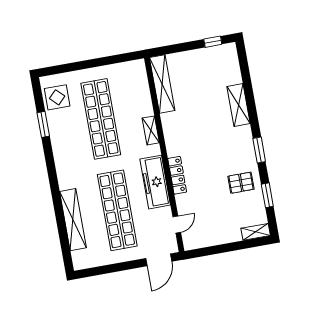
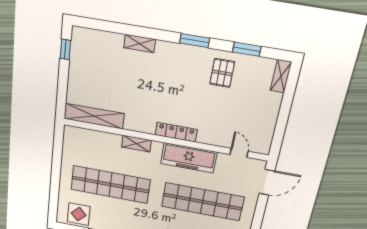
shelving: (239, 105) -> (140, 44), width x0.67, depth x0.75
locker: (177, 175) -> (176, 132), moved
door: (159, 260) -> (267, 182), hinge flipped

